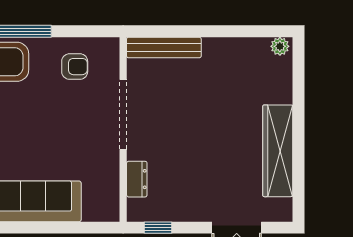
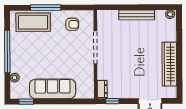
bench: (164, 48) -> (137, 15), moved
dresser: (137, 179) -> (102, 89), moved

